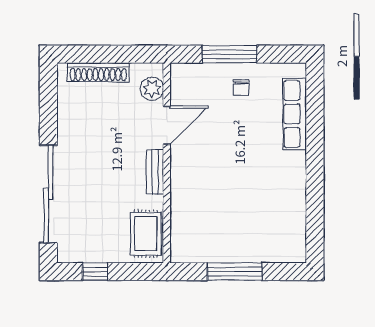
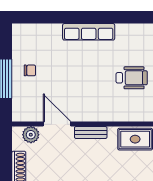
row of seats: (295, 114) -> (89, 32), moved
wheelchair: (231, 229) -> (132, 78), added

